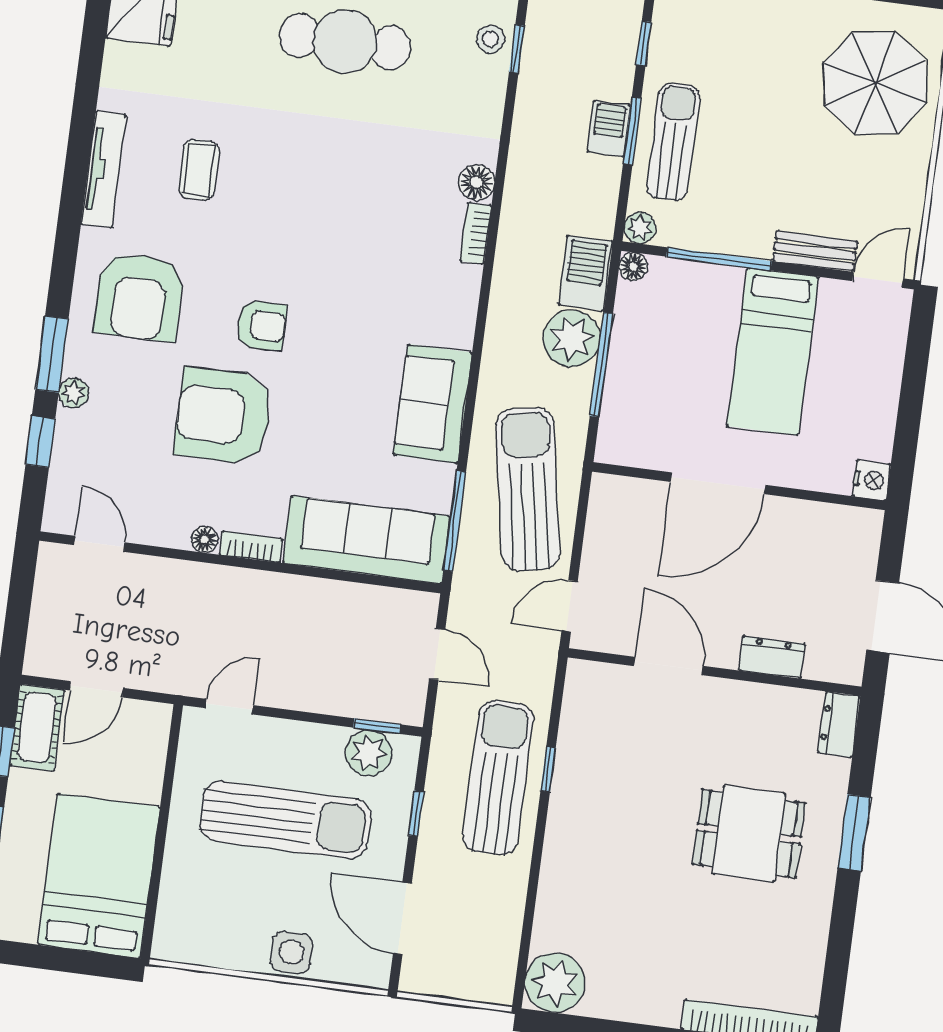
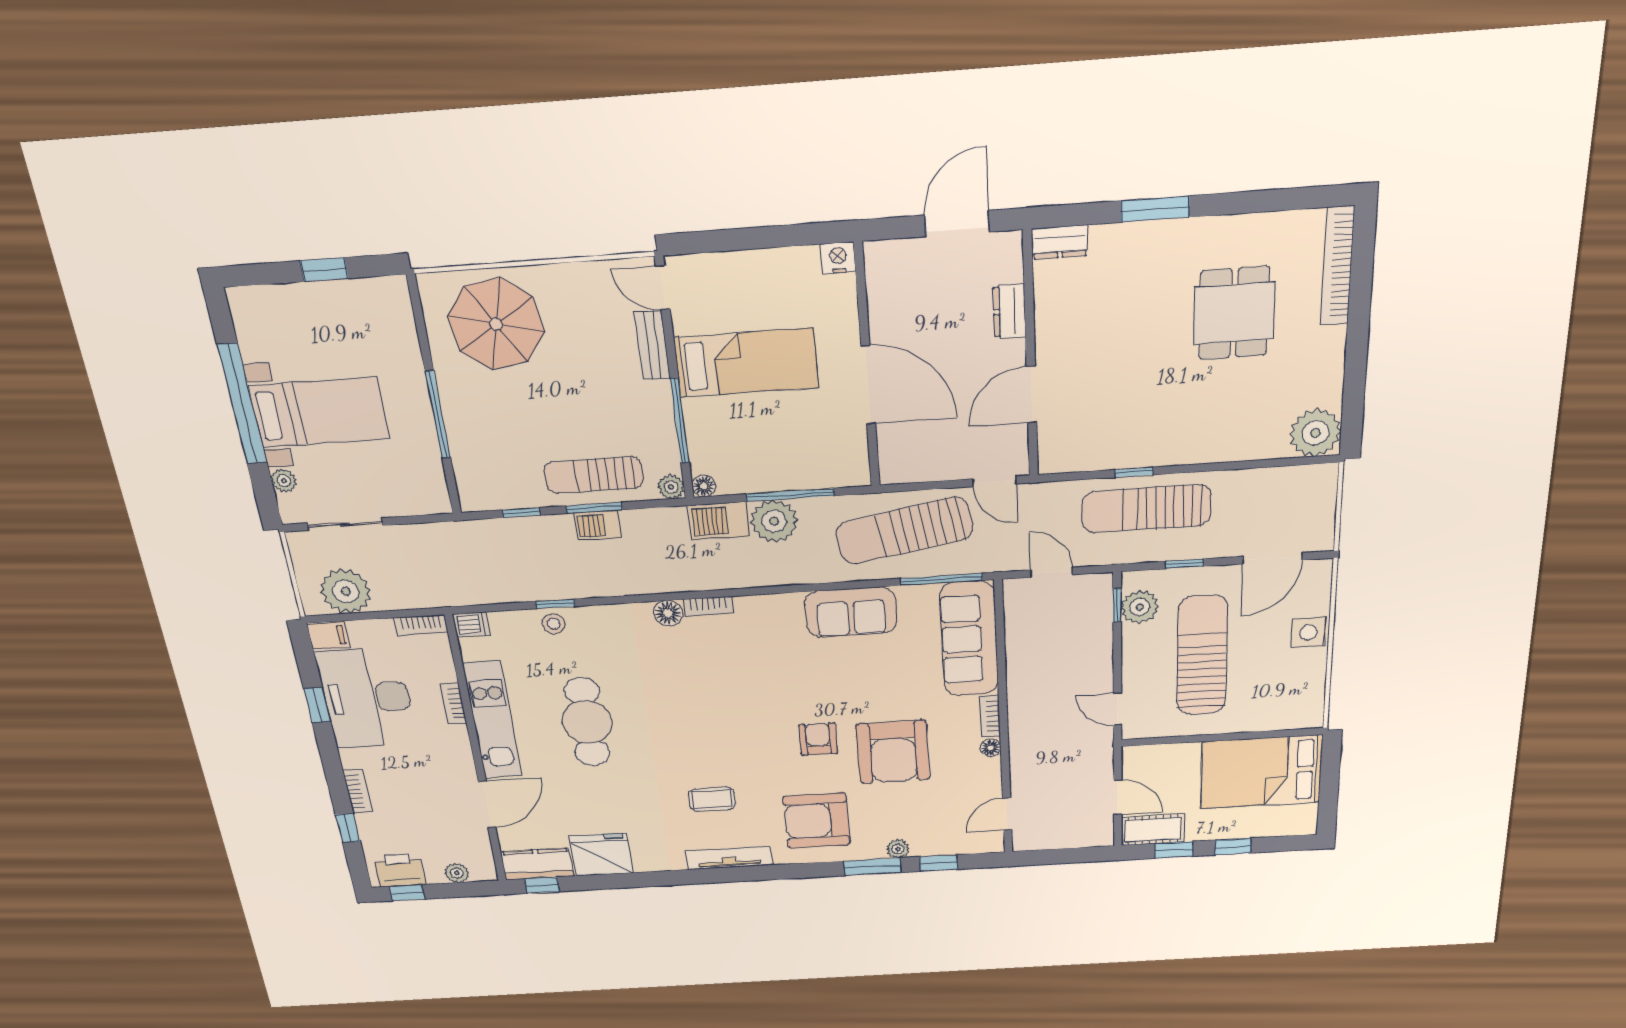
armchair: (139, 297) -> (817, 821), turned 180
door: (437, 654) -> (1052, 572), hinge flipped
dining table: (749, 834) -> (1234, 313), moved

